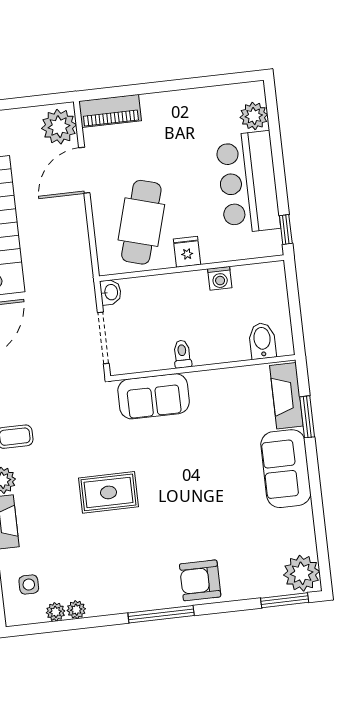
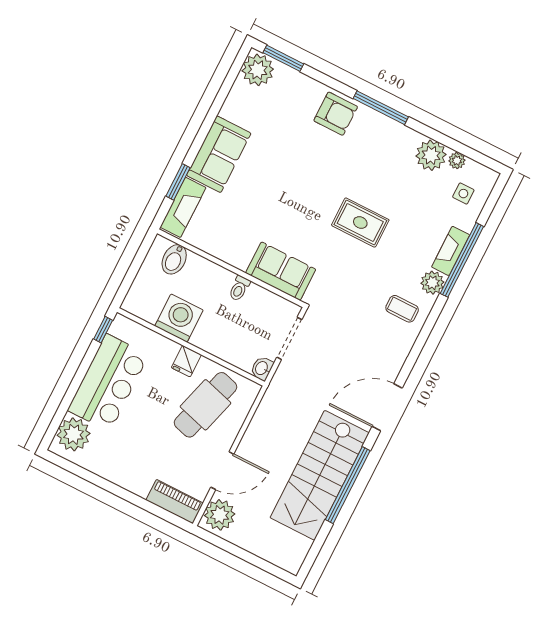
plant: (254, 116) -> (74, 434), width x1.36, depth x1.36
washing machine: (220, 278) -> (179, 318), width x1.89, depth x1.89
plant: (76, 610) -> (431, 155), width x1.88, depth x1.88

